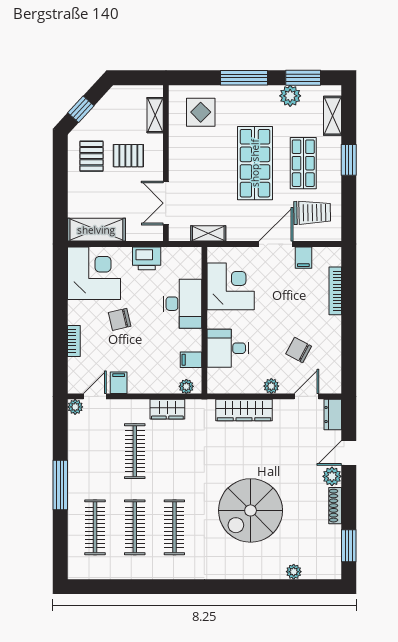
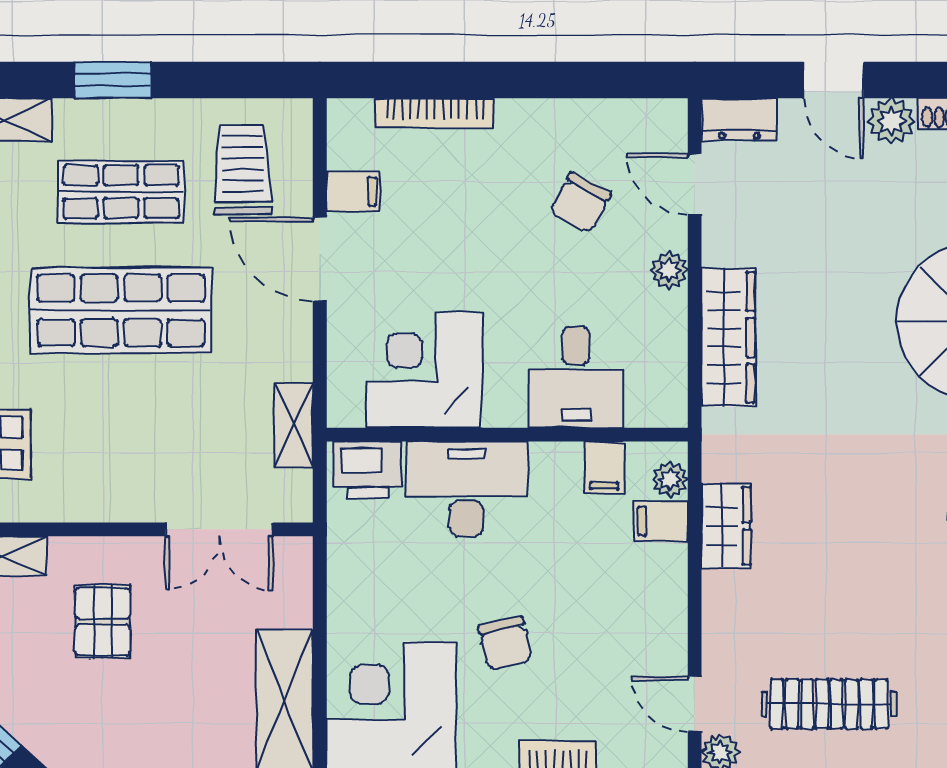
pallet: (91, 156) -> (104, 712), removed
printer: (147, 258) -> (368, 470), moved, turned 90
filing cabinet: (119, 383) -> (661, 521), moved
clothes rail: (135, 451) -> (829, 704), moved

